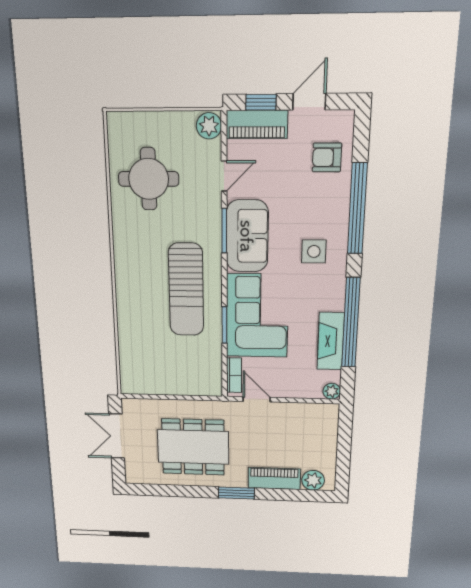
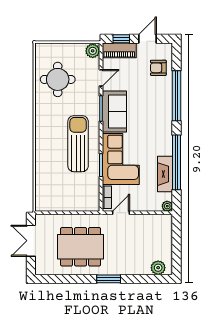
side table: (314, 251) -> (153, 120), removed
sun lounger: (186, 290) -> (78, 144), turned 180
door: (257, 399) -> (121, 213), hinge flipped
piano: (274, 478) -> (133, 267), removed

